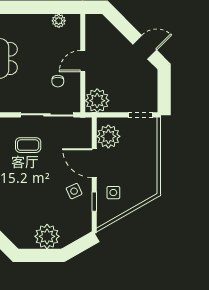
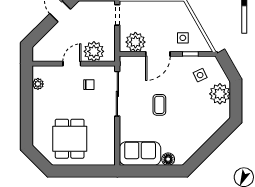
door: (83, 61) -> (72, 64), swing flipped
plant: (97, 101) -> (94, 51), moved
coffee table: (28, 145) -> (159, 105), moved
side table: (74, 191) -> (200, 75), moved

